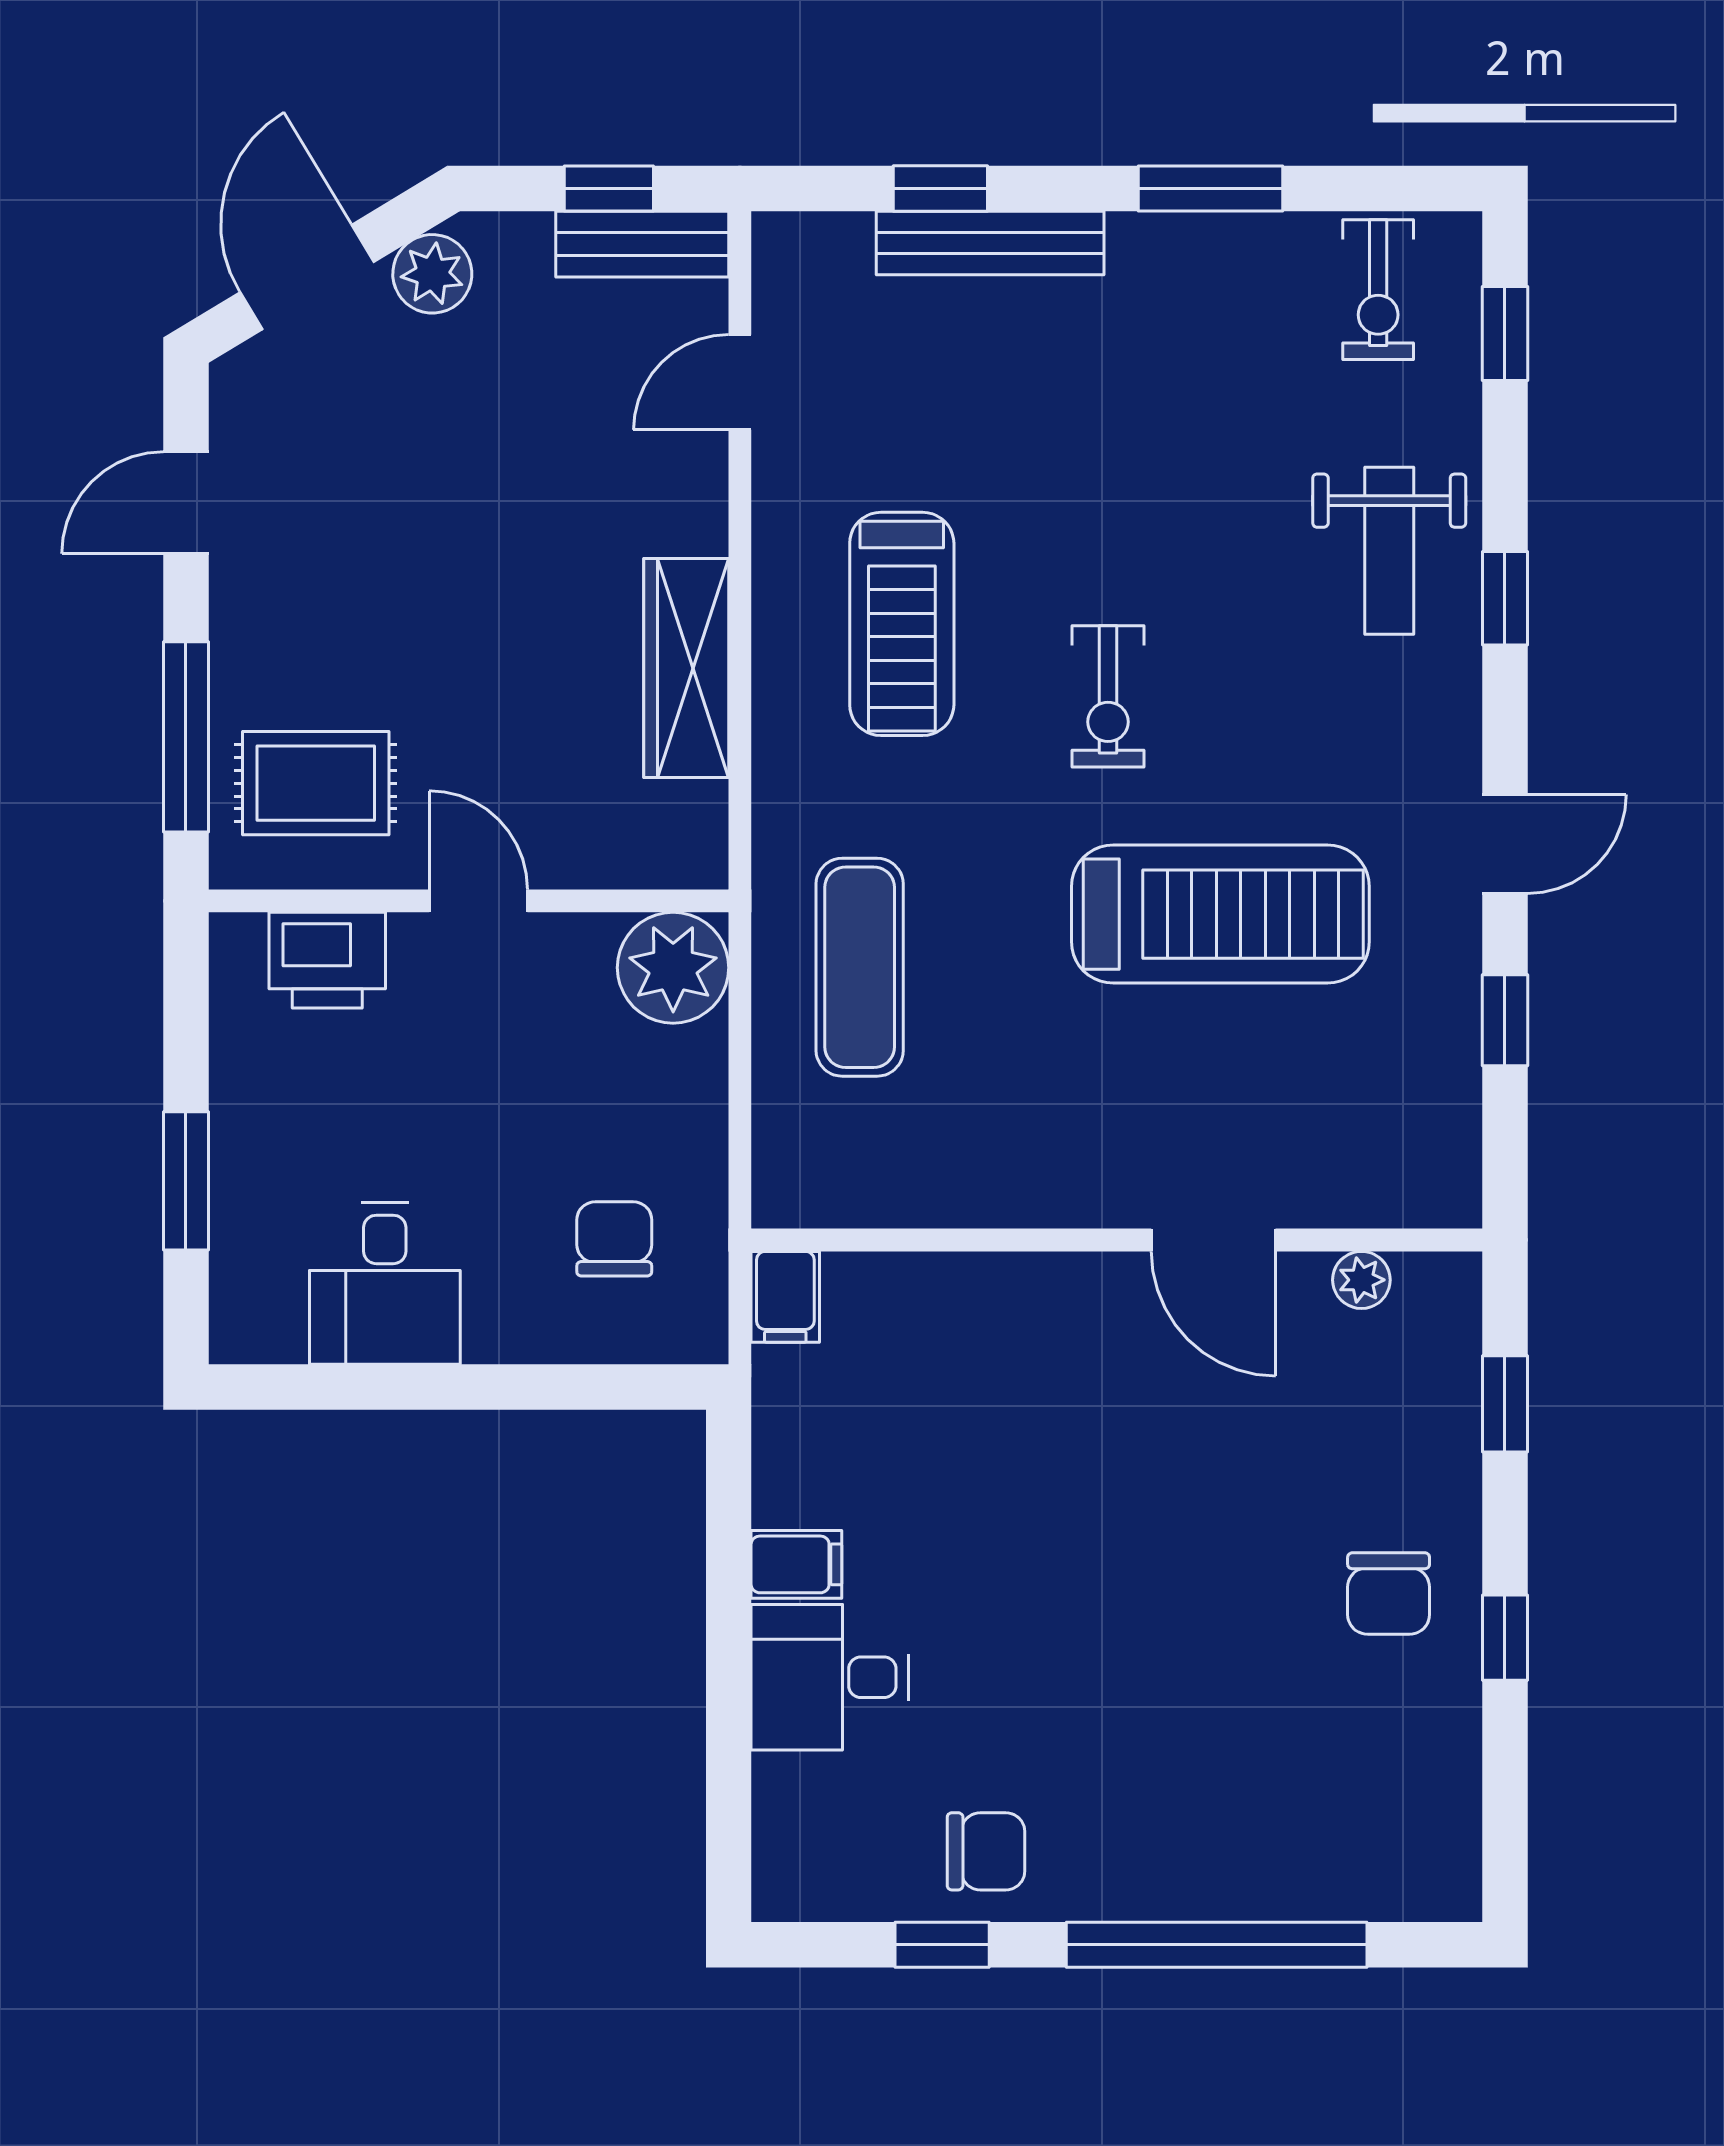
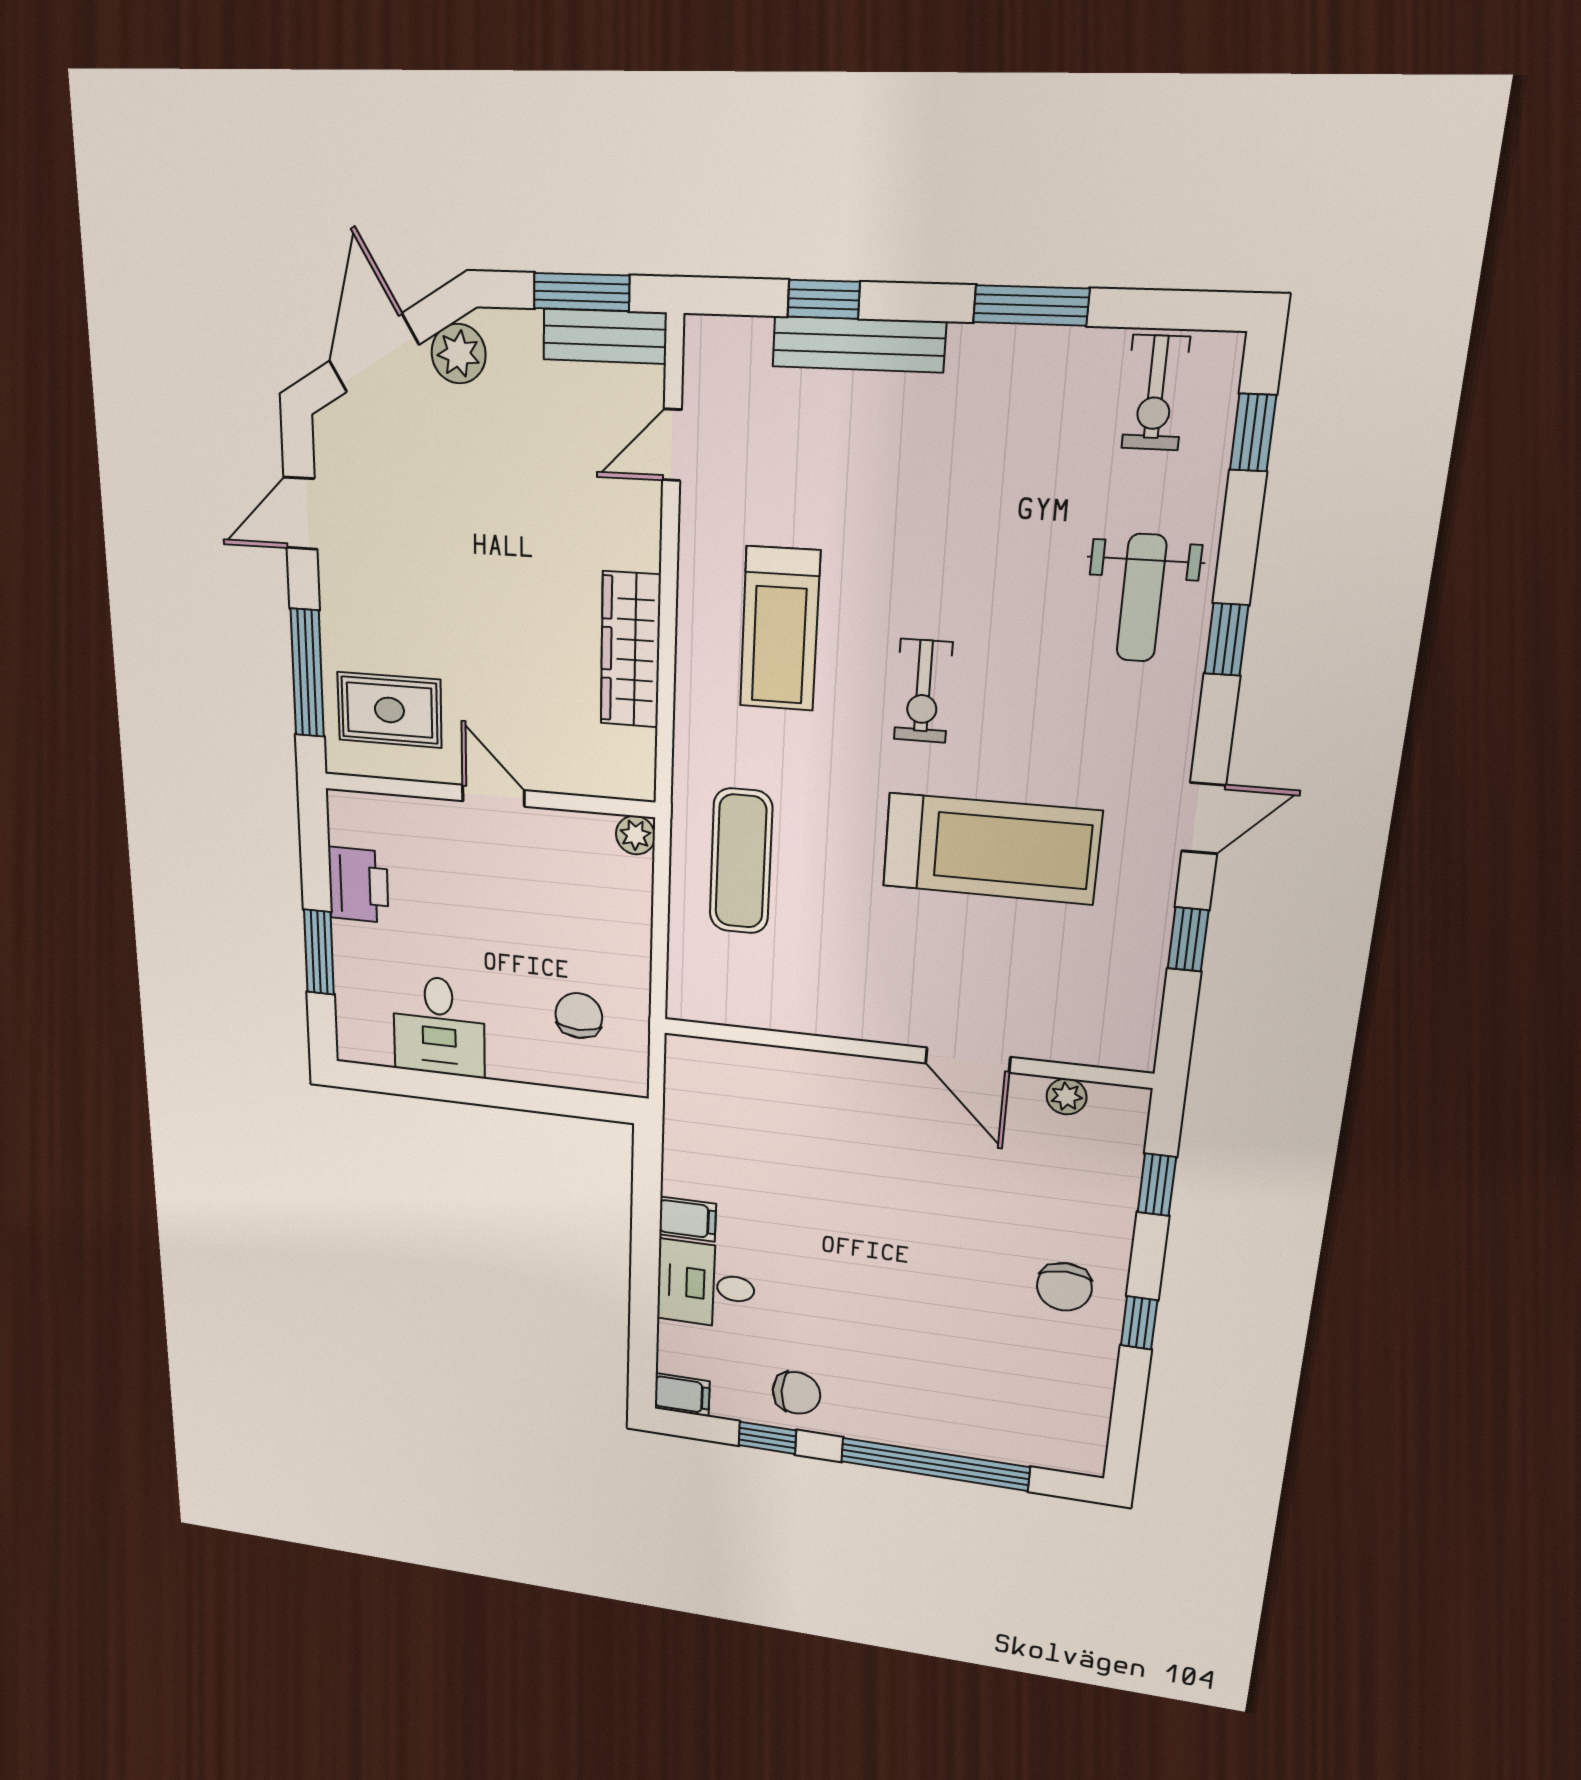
window: (609, 189) -> (581, 292), width x1.50
printer: (327, 960) -> (358, 885), moved, turned -90
plant: (673, 968) -> (635, 835), width x0.53, depth x0.53
filing cabinet: (785, 1297) -> (682, 1395), moved, turned -90

